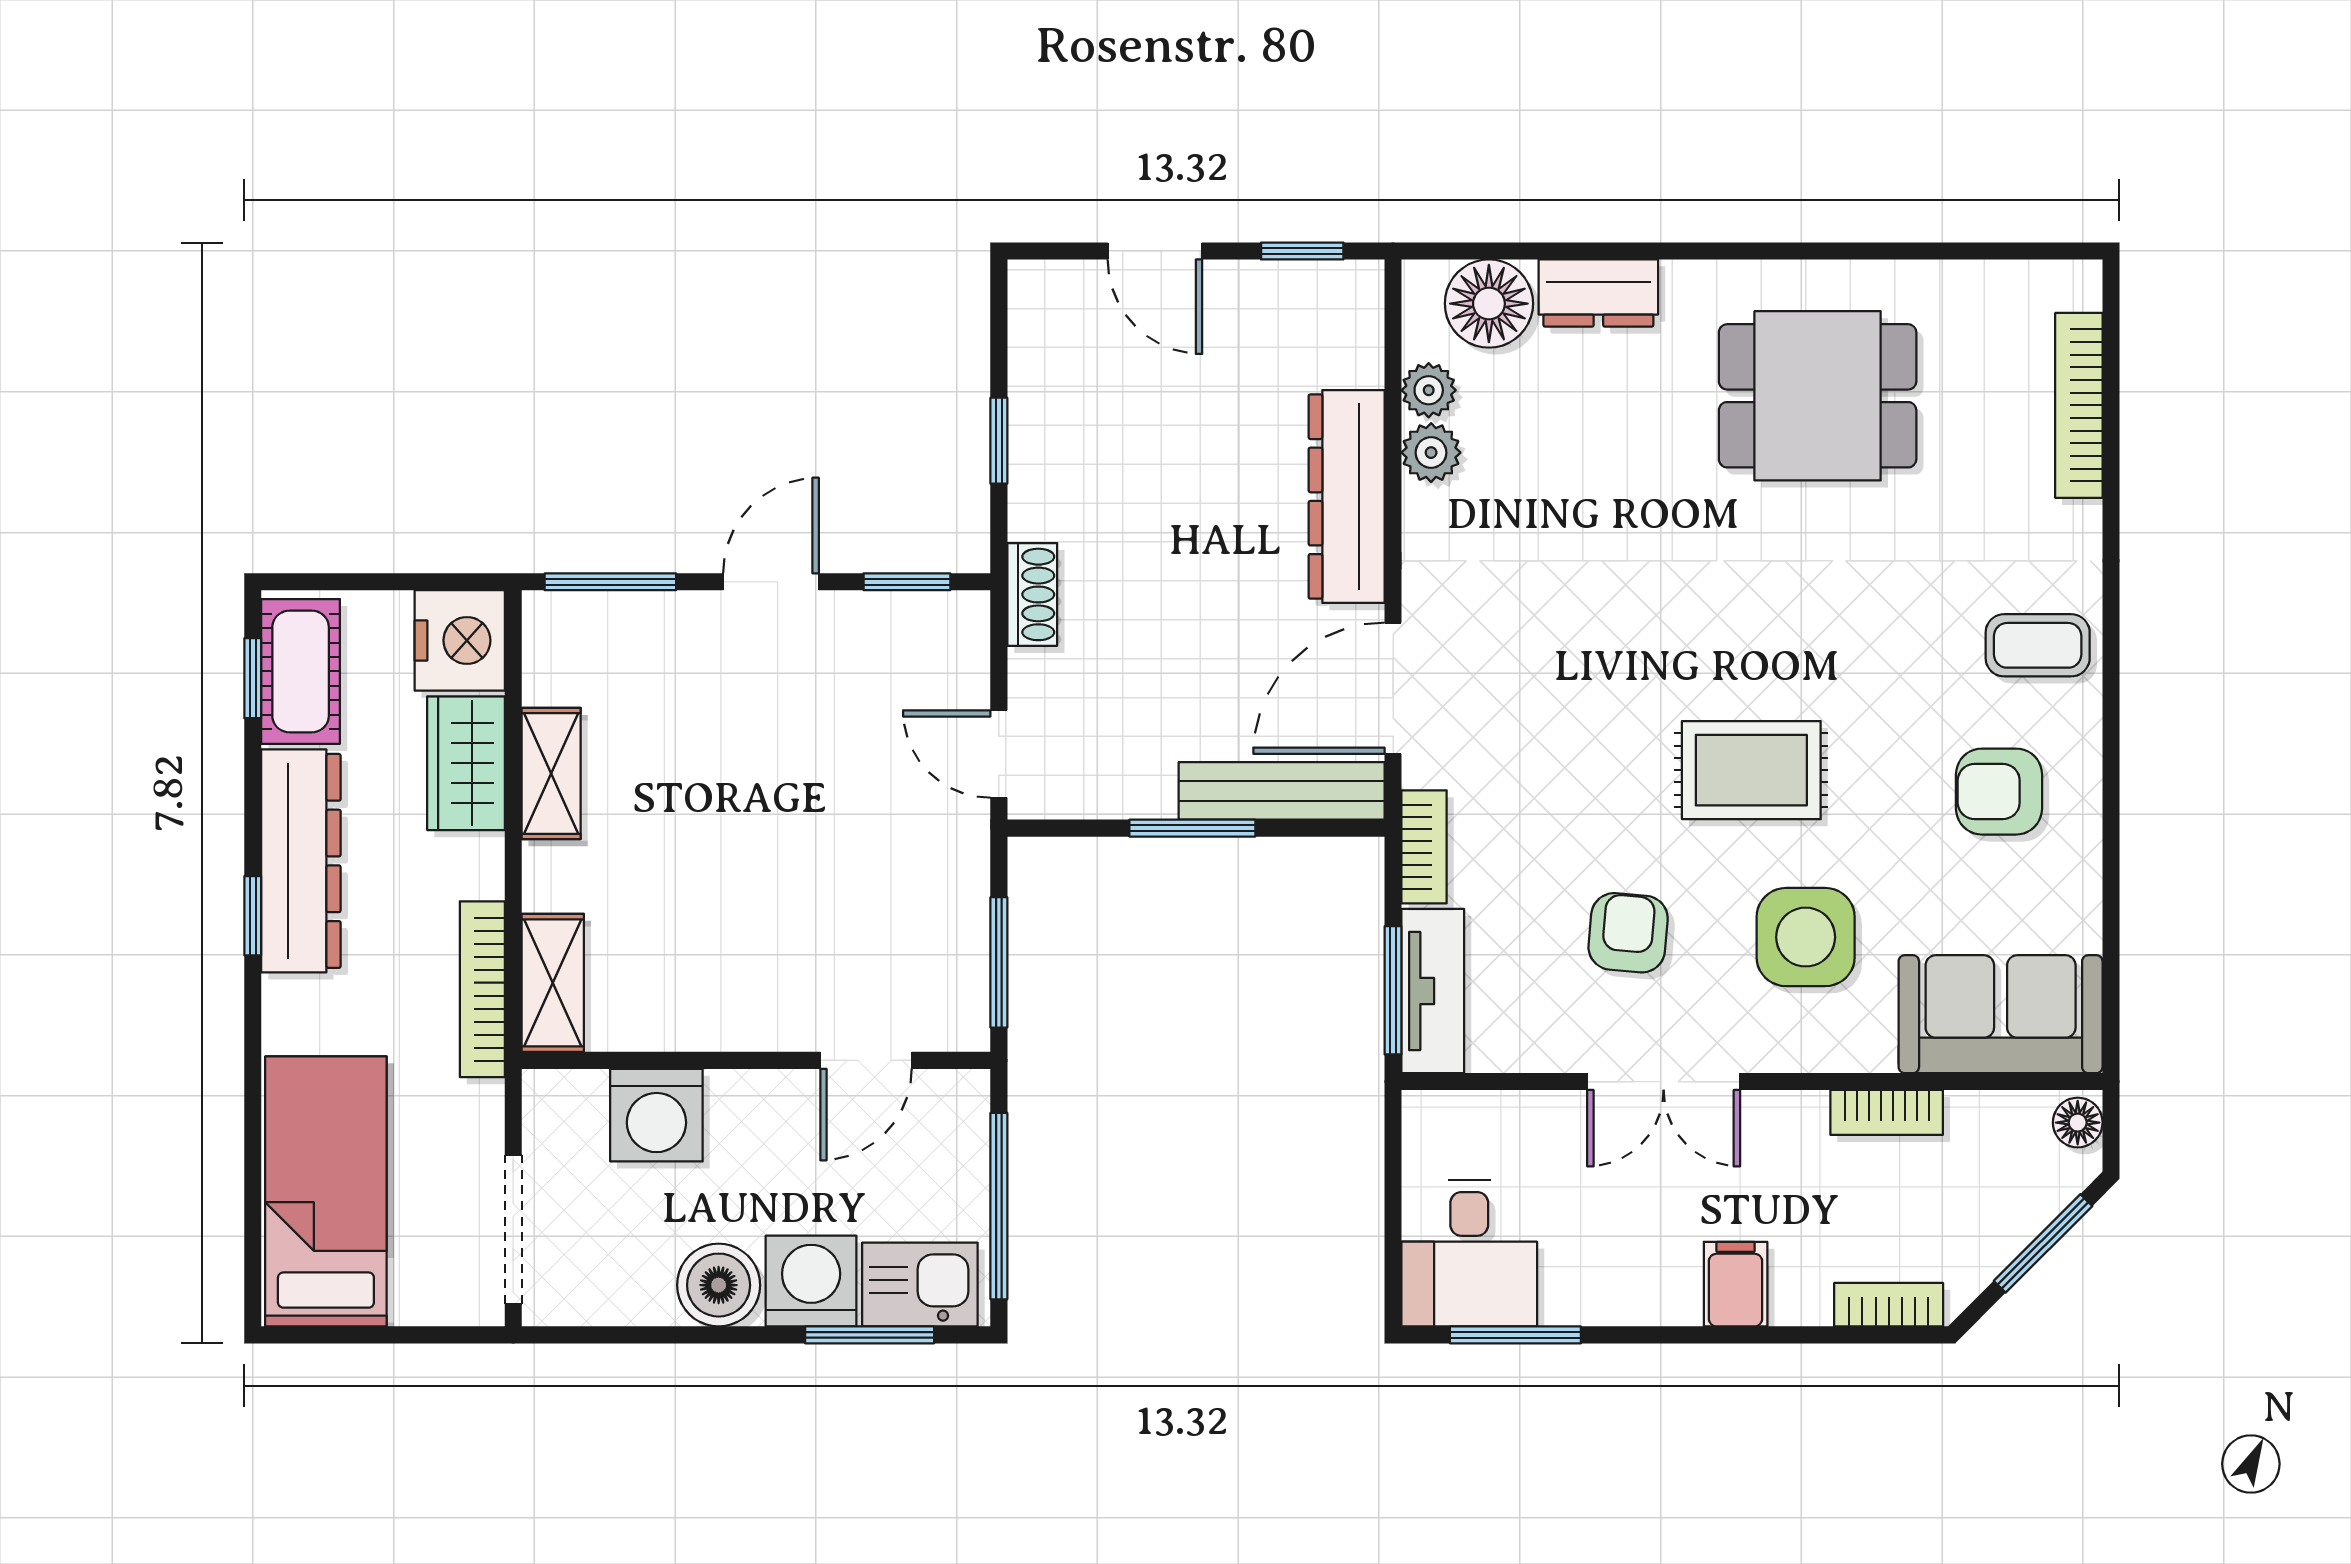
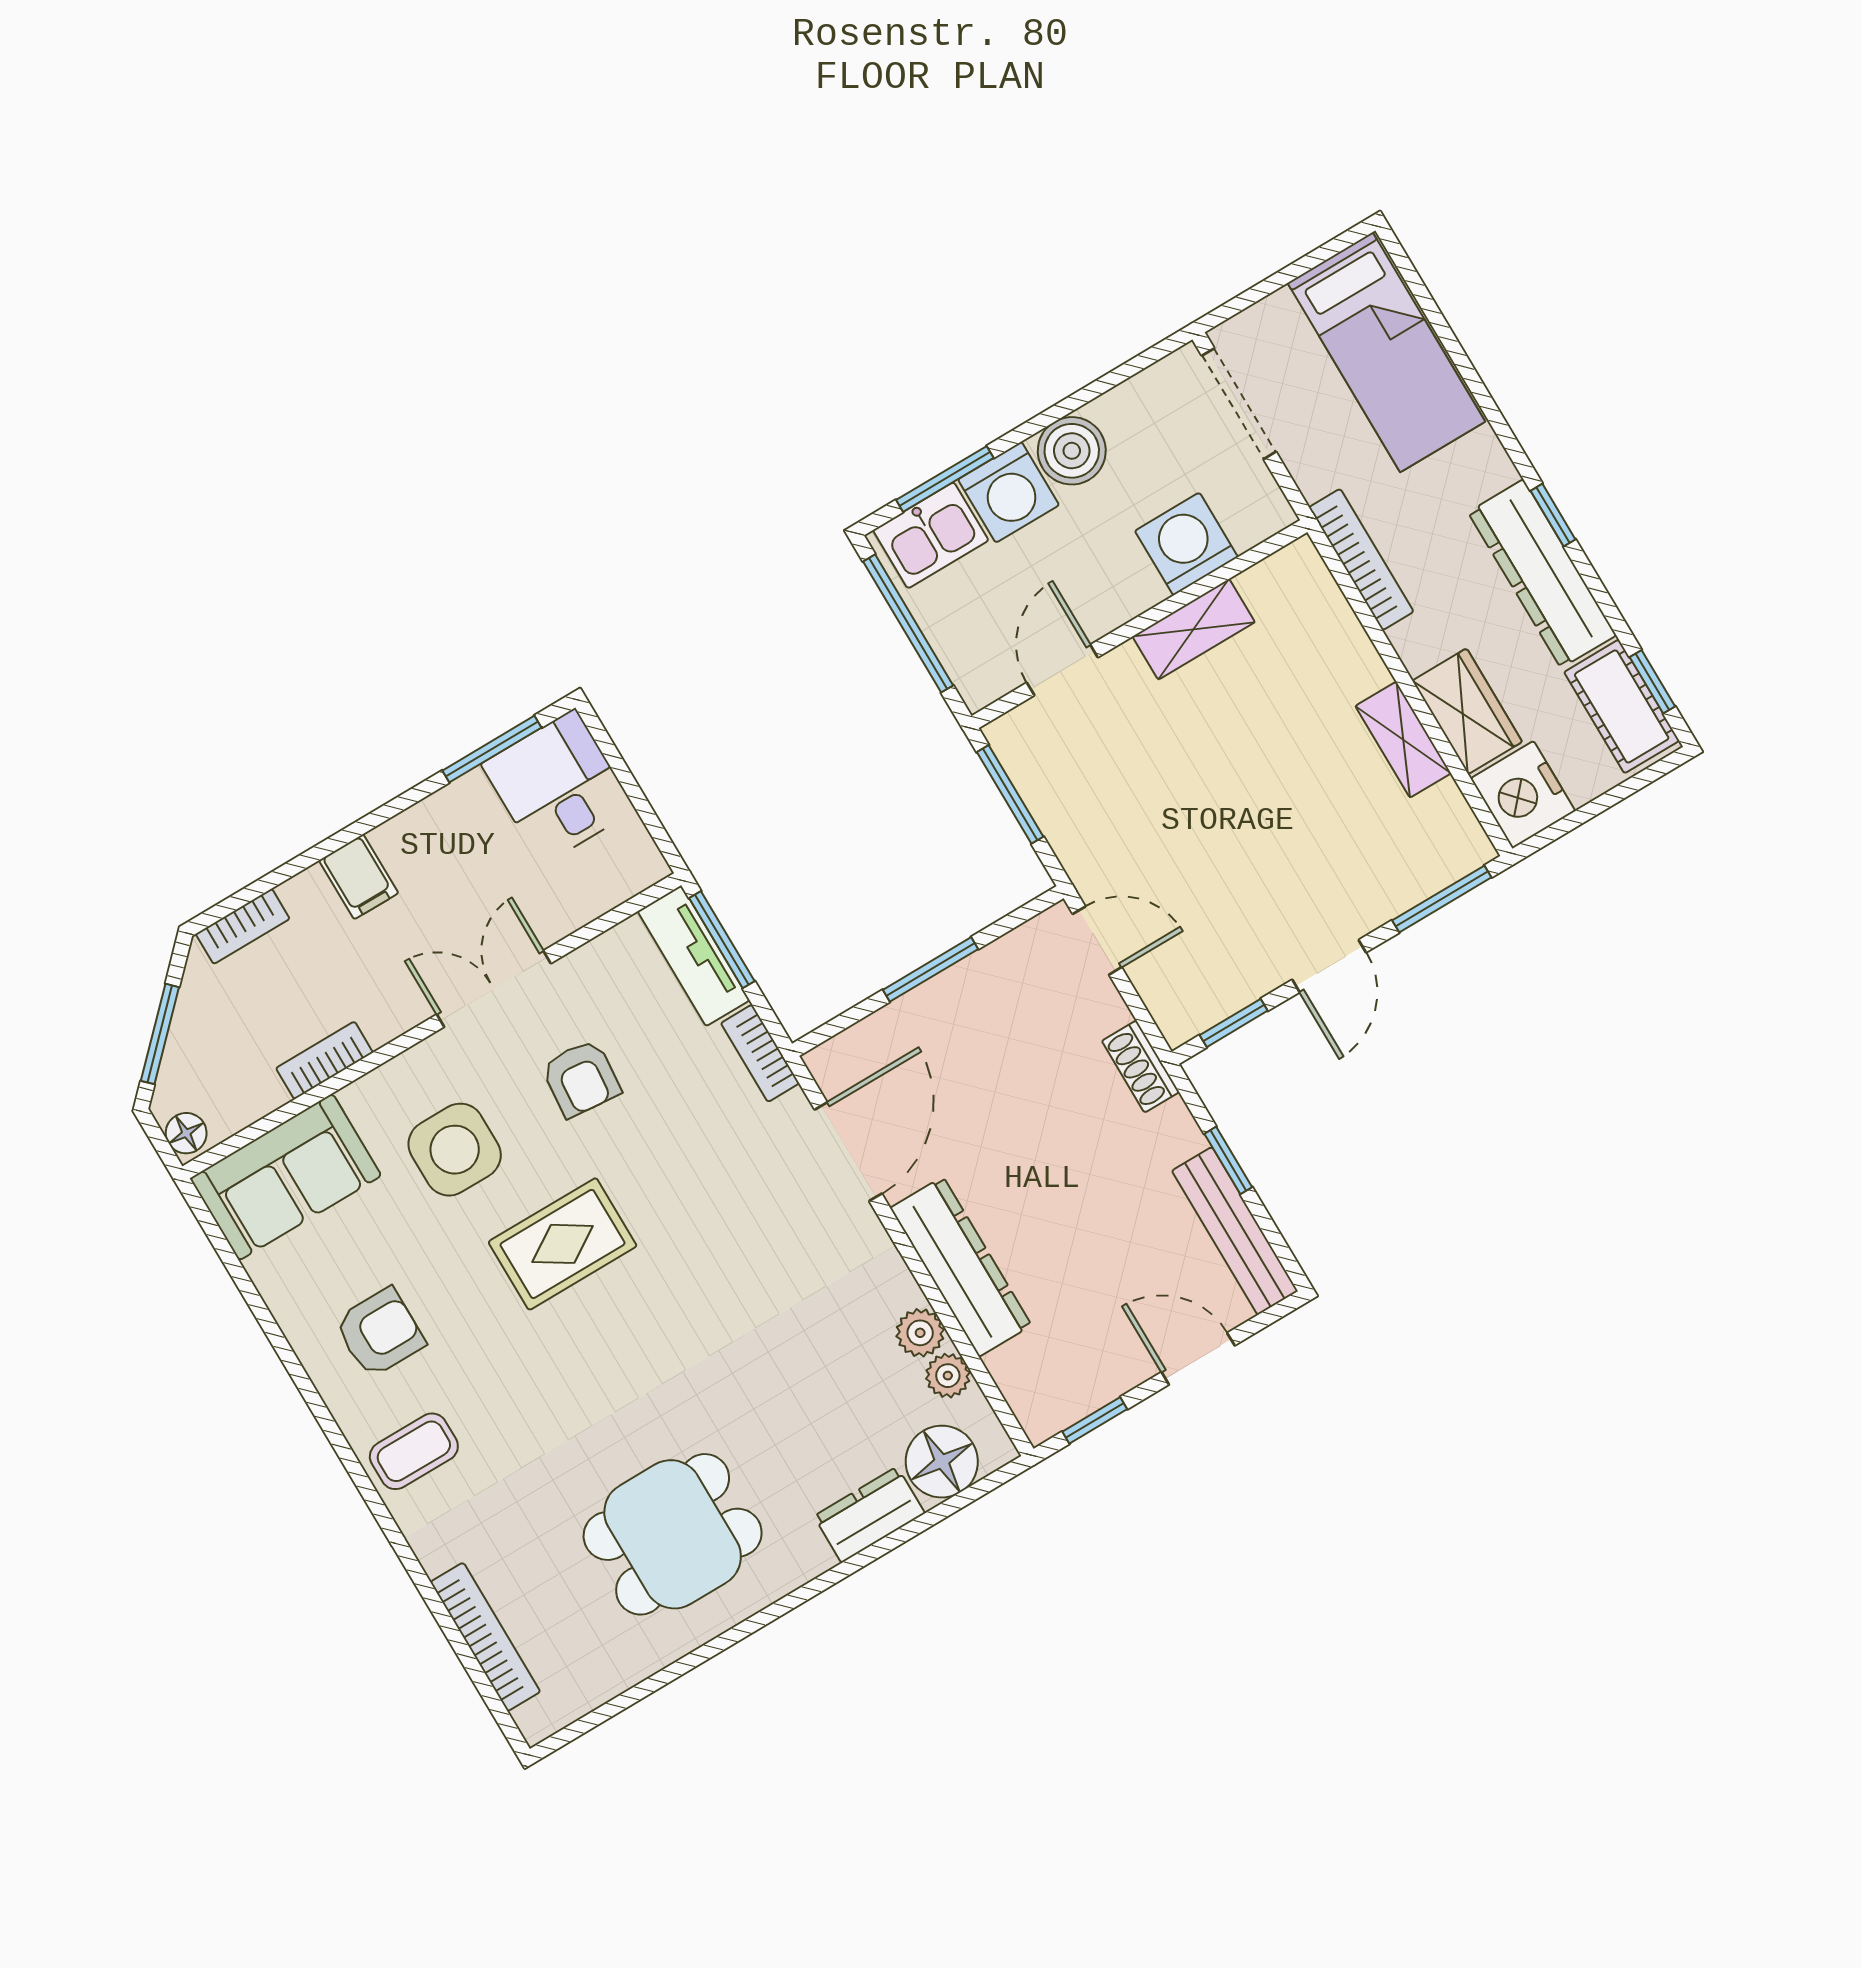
bench: (1282, 791) -> (1235, 1231), moved, turned 90
shelving: (553, 983) -> (1194, 629), moved, turned 90

